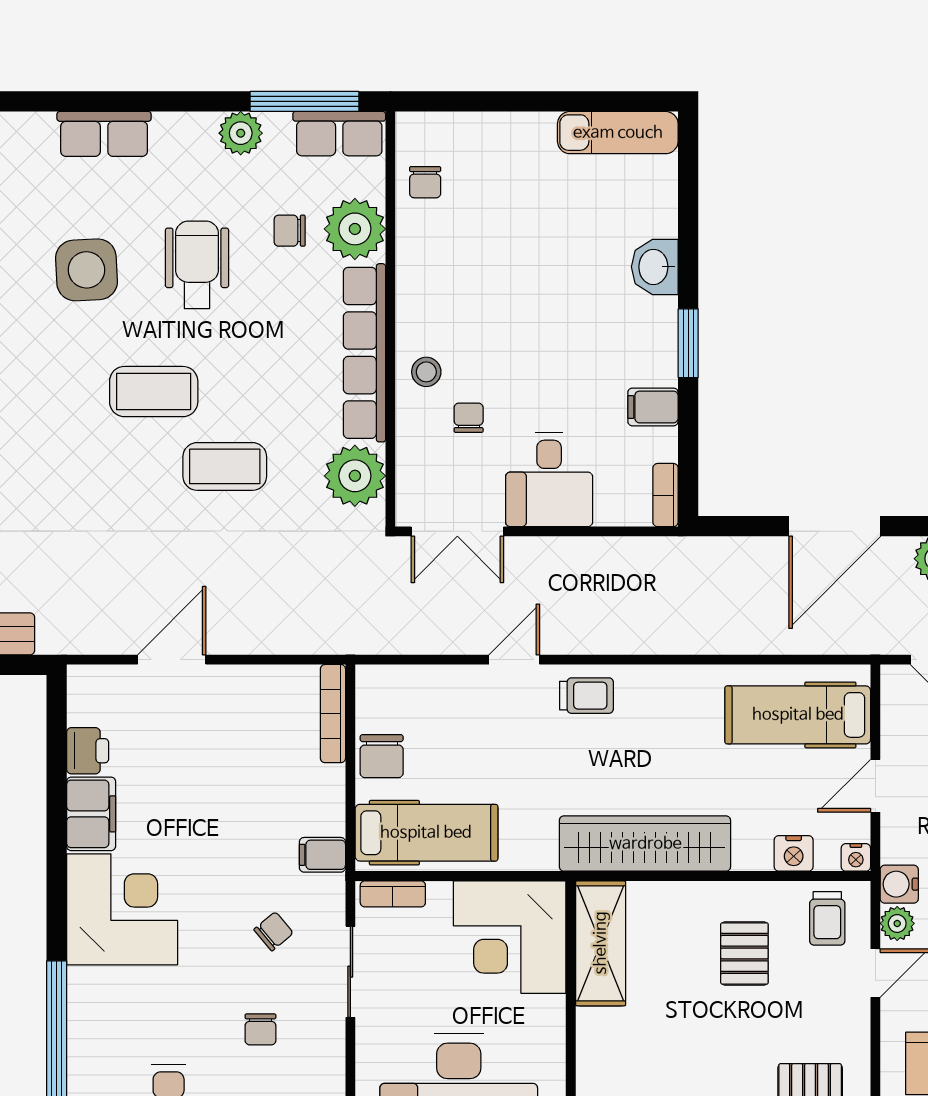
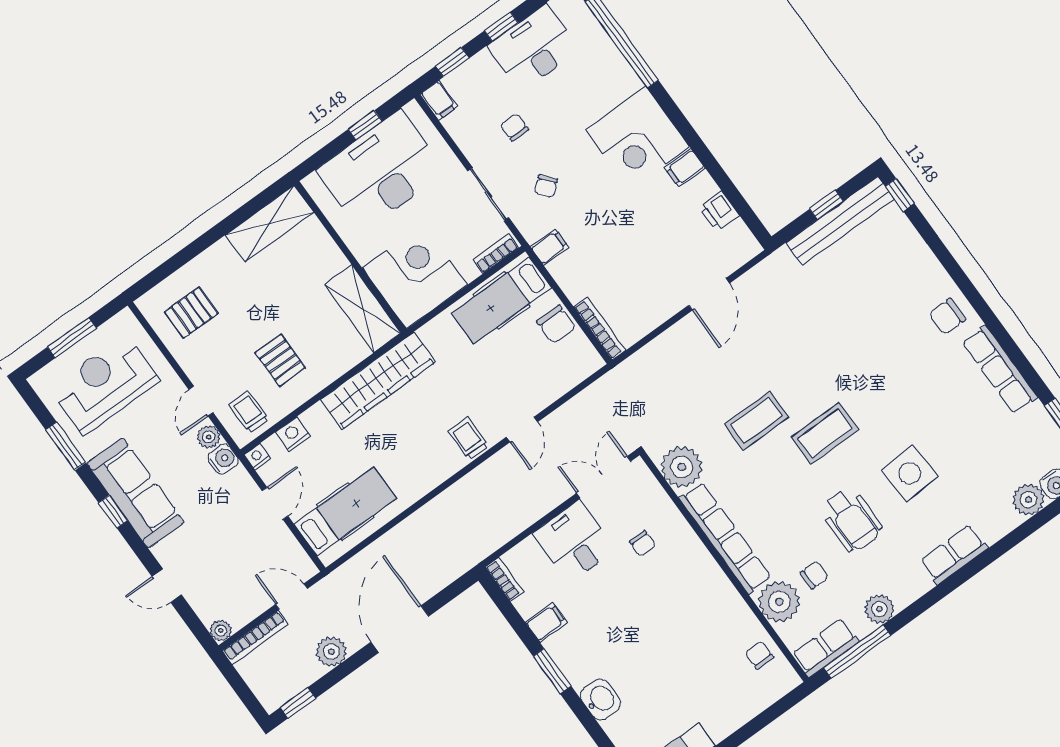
stool: (426, 372) -> (684, 552), removed
trolley: (586, 696) -> (468, 438), turned 90
chair: (382, 756) -> (556, 324), turned 180
filing cabinet: (91, 814) -> (685, 168), width x0.50

